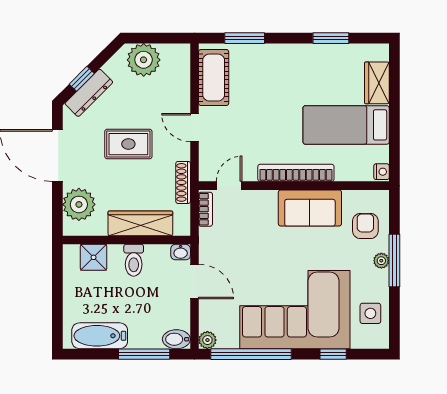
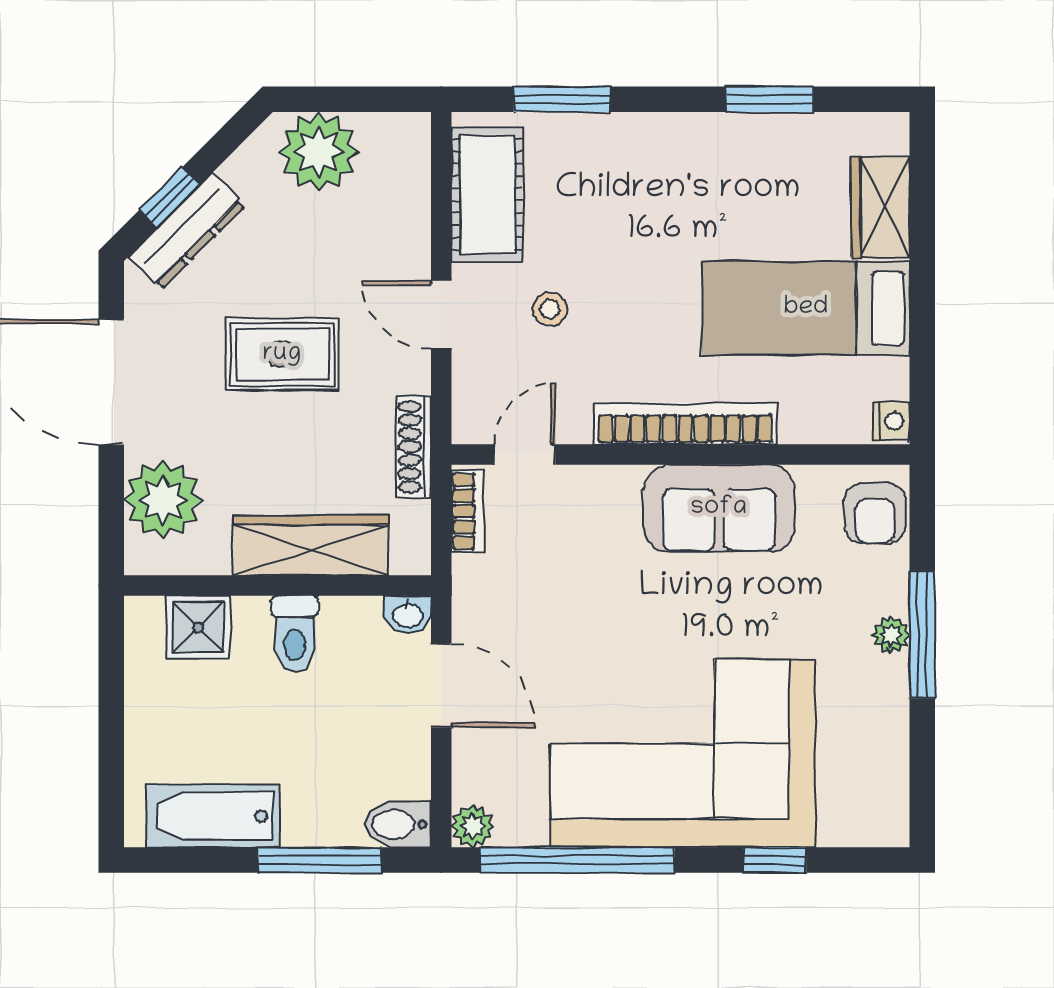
stool: (240, 125) -> (550, 309), added
armchair: (365, 226) -> (875, 513), moved, turned 180
side table: (370, 313) -> (865, 762), removed

